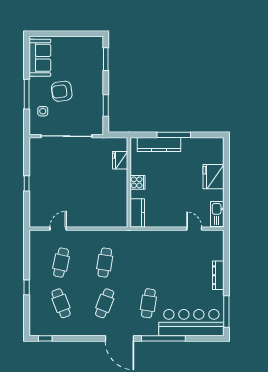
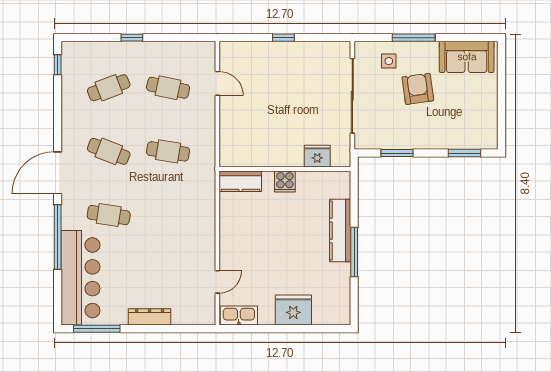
fridge: (120, 160) -> (317, 156), moved
wall: (129, 182) -> (285, 169), moved
cooker: (138, 182) -> (285, 182), moved
kitchen counter: (137, 213) -> (240, 181), moved

